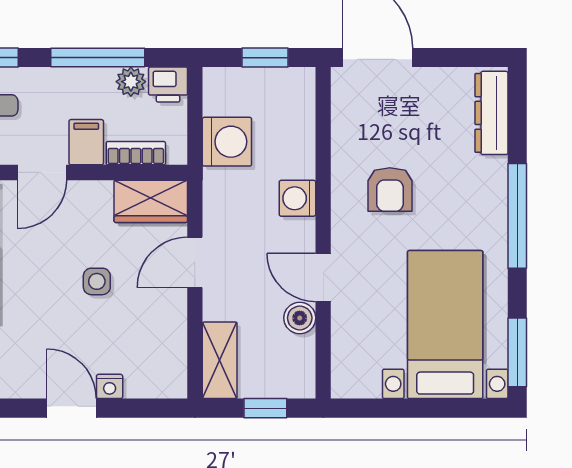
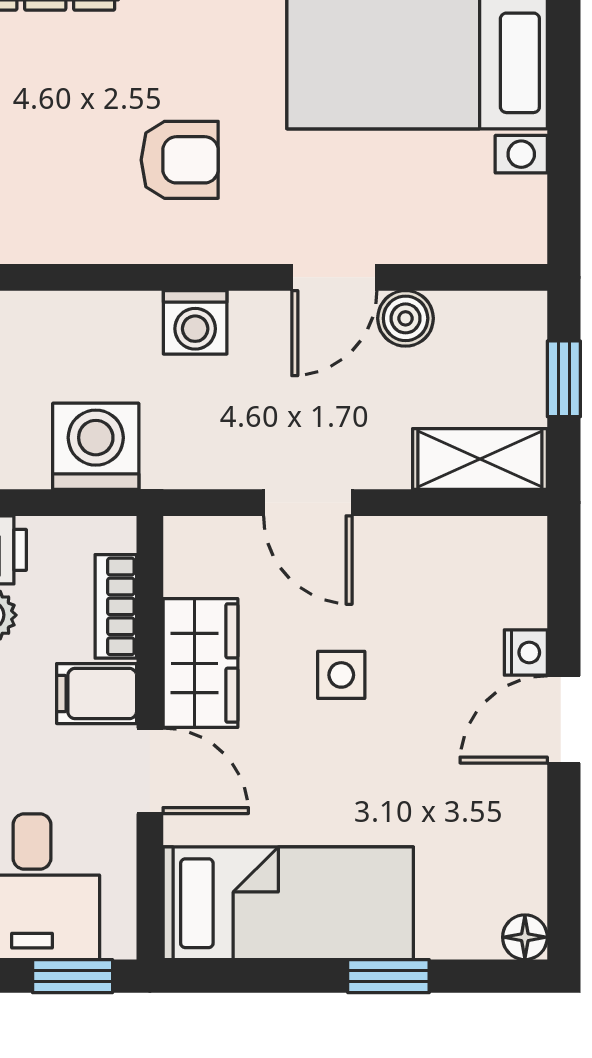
wardrobe: (151, 201) -> (200, 663), moved

